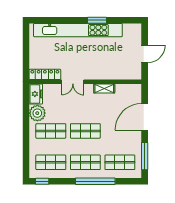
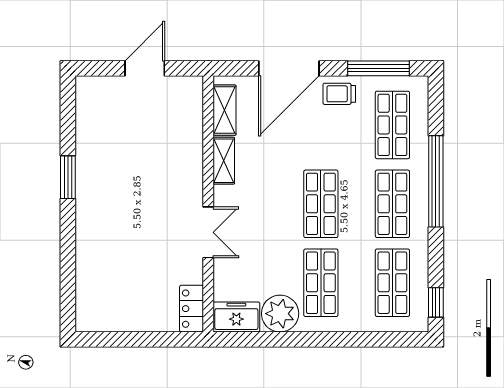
kitchen unit: (78, 30) -> (91, 221), removed
door: (145, 54) -> (145, 68), hinge flipped
locker: (45, 74) -> (192, 309), width x0.66
shelving: (126, 89) -> (224, 110), added
door: (145, 117) -> (289, 68), hinge flipped
trolley: (133, 139) -> (339, 94), added

